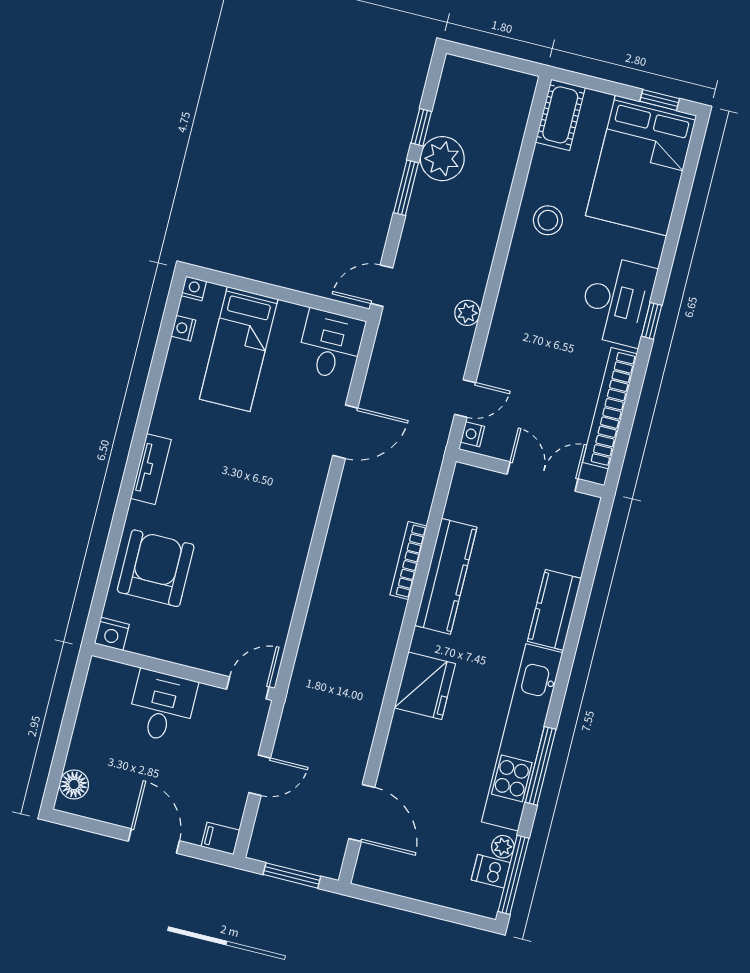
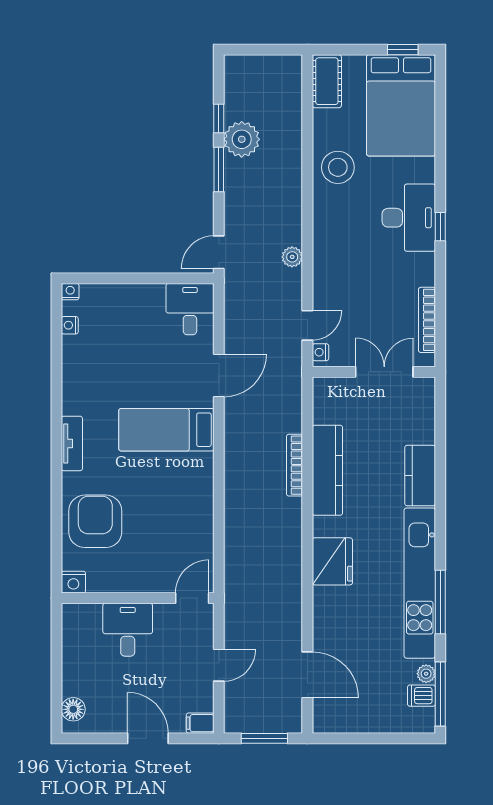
stool: (548, 220) -> (338, 167), width x1.38, depth x1.38
bed: (239, 349) -> (166, 430), moved, turned 90
bookcase: (610, 408) -> (427, 320), width x0.68, depth x0.76

